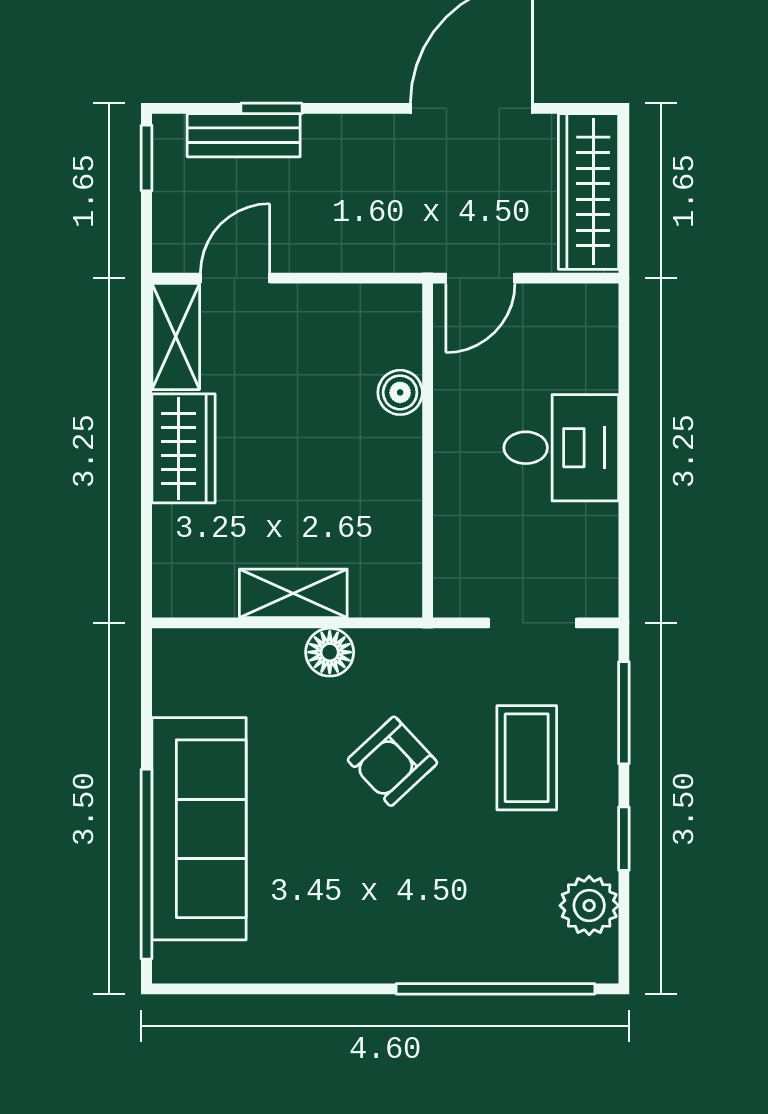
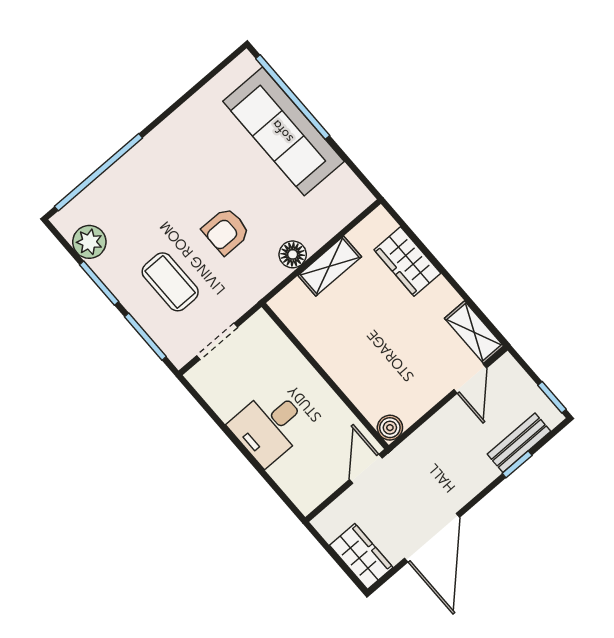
wardrobe: (588, 192) -> (361, 556), width x0.67
boiler: (400, 392) -> (390, 428), moved
wardrobe: (183, 448) -> (407, 261), moved
armchair: (392, 761) -> (226, 231), turned -137
window: (624, 839) -> (99, 283), width x1.50

